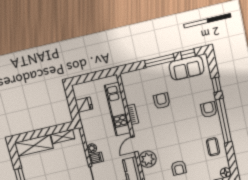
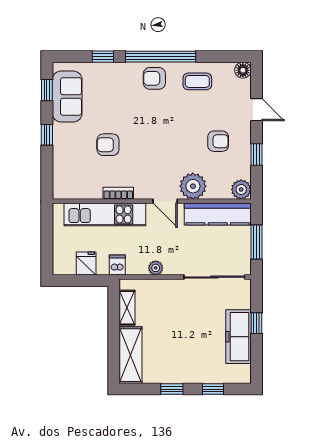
window: (160, 61) -> (47, 135), width x0.46
armchair: (209, 110) -> (154, 78), moved
dishwasher: (96, 158) -> (117, 265), moved

